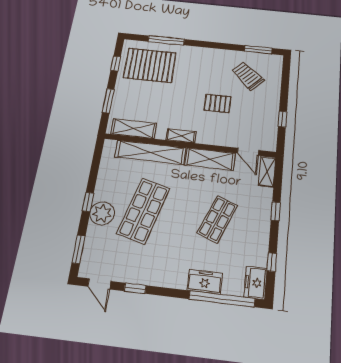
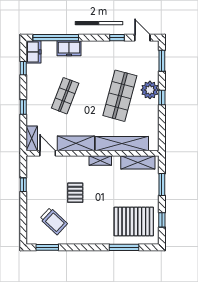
pallet: (218, 103) -> (75, 193), turned 90

